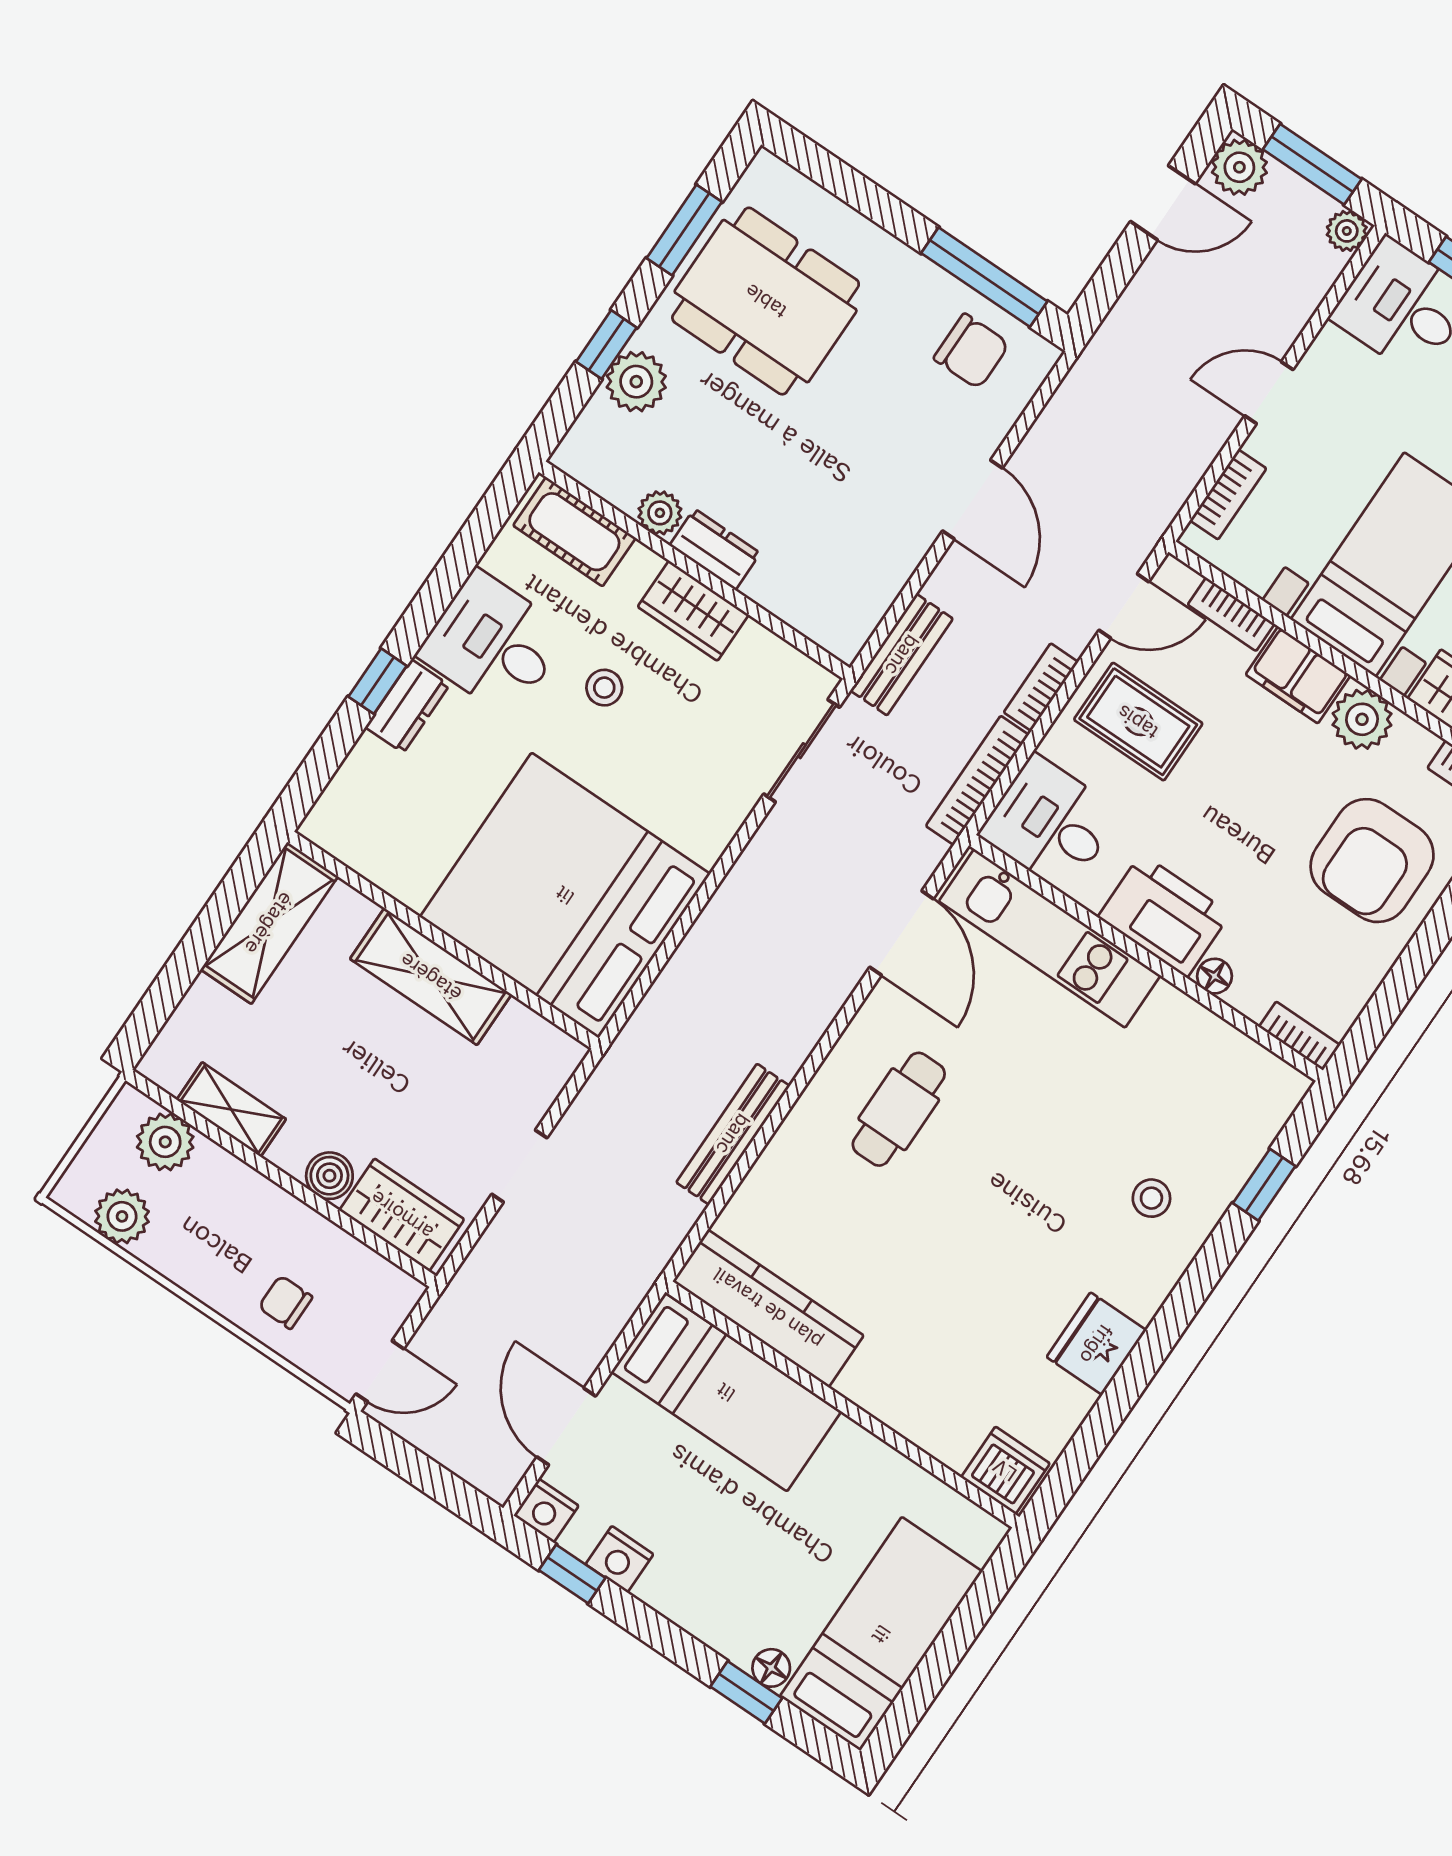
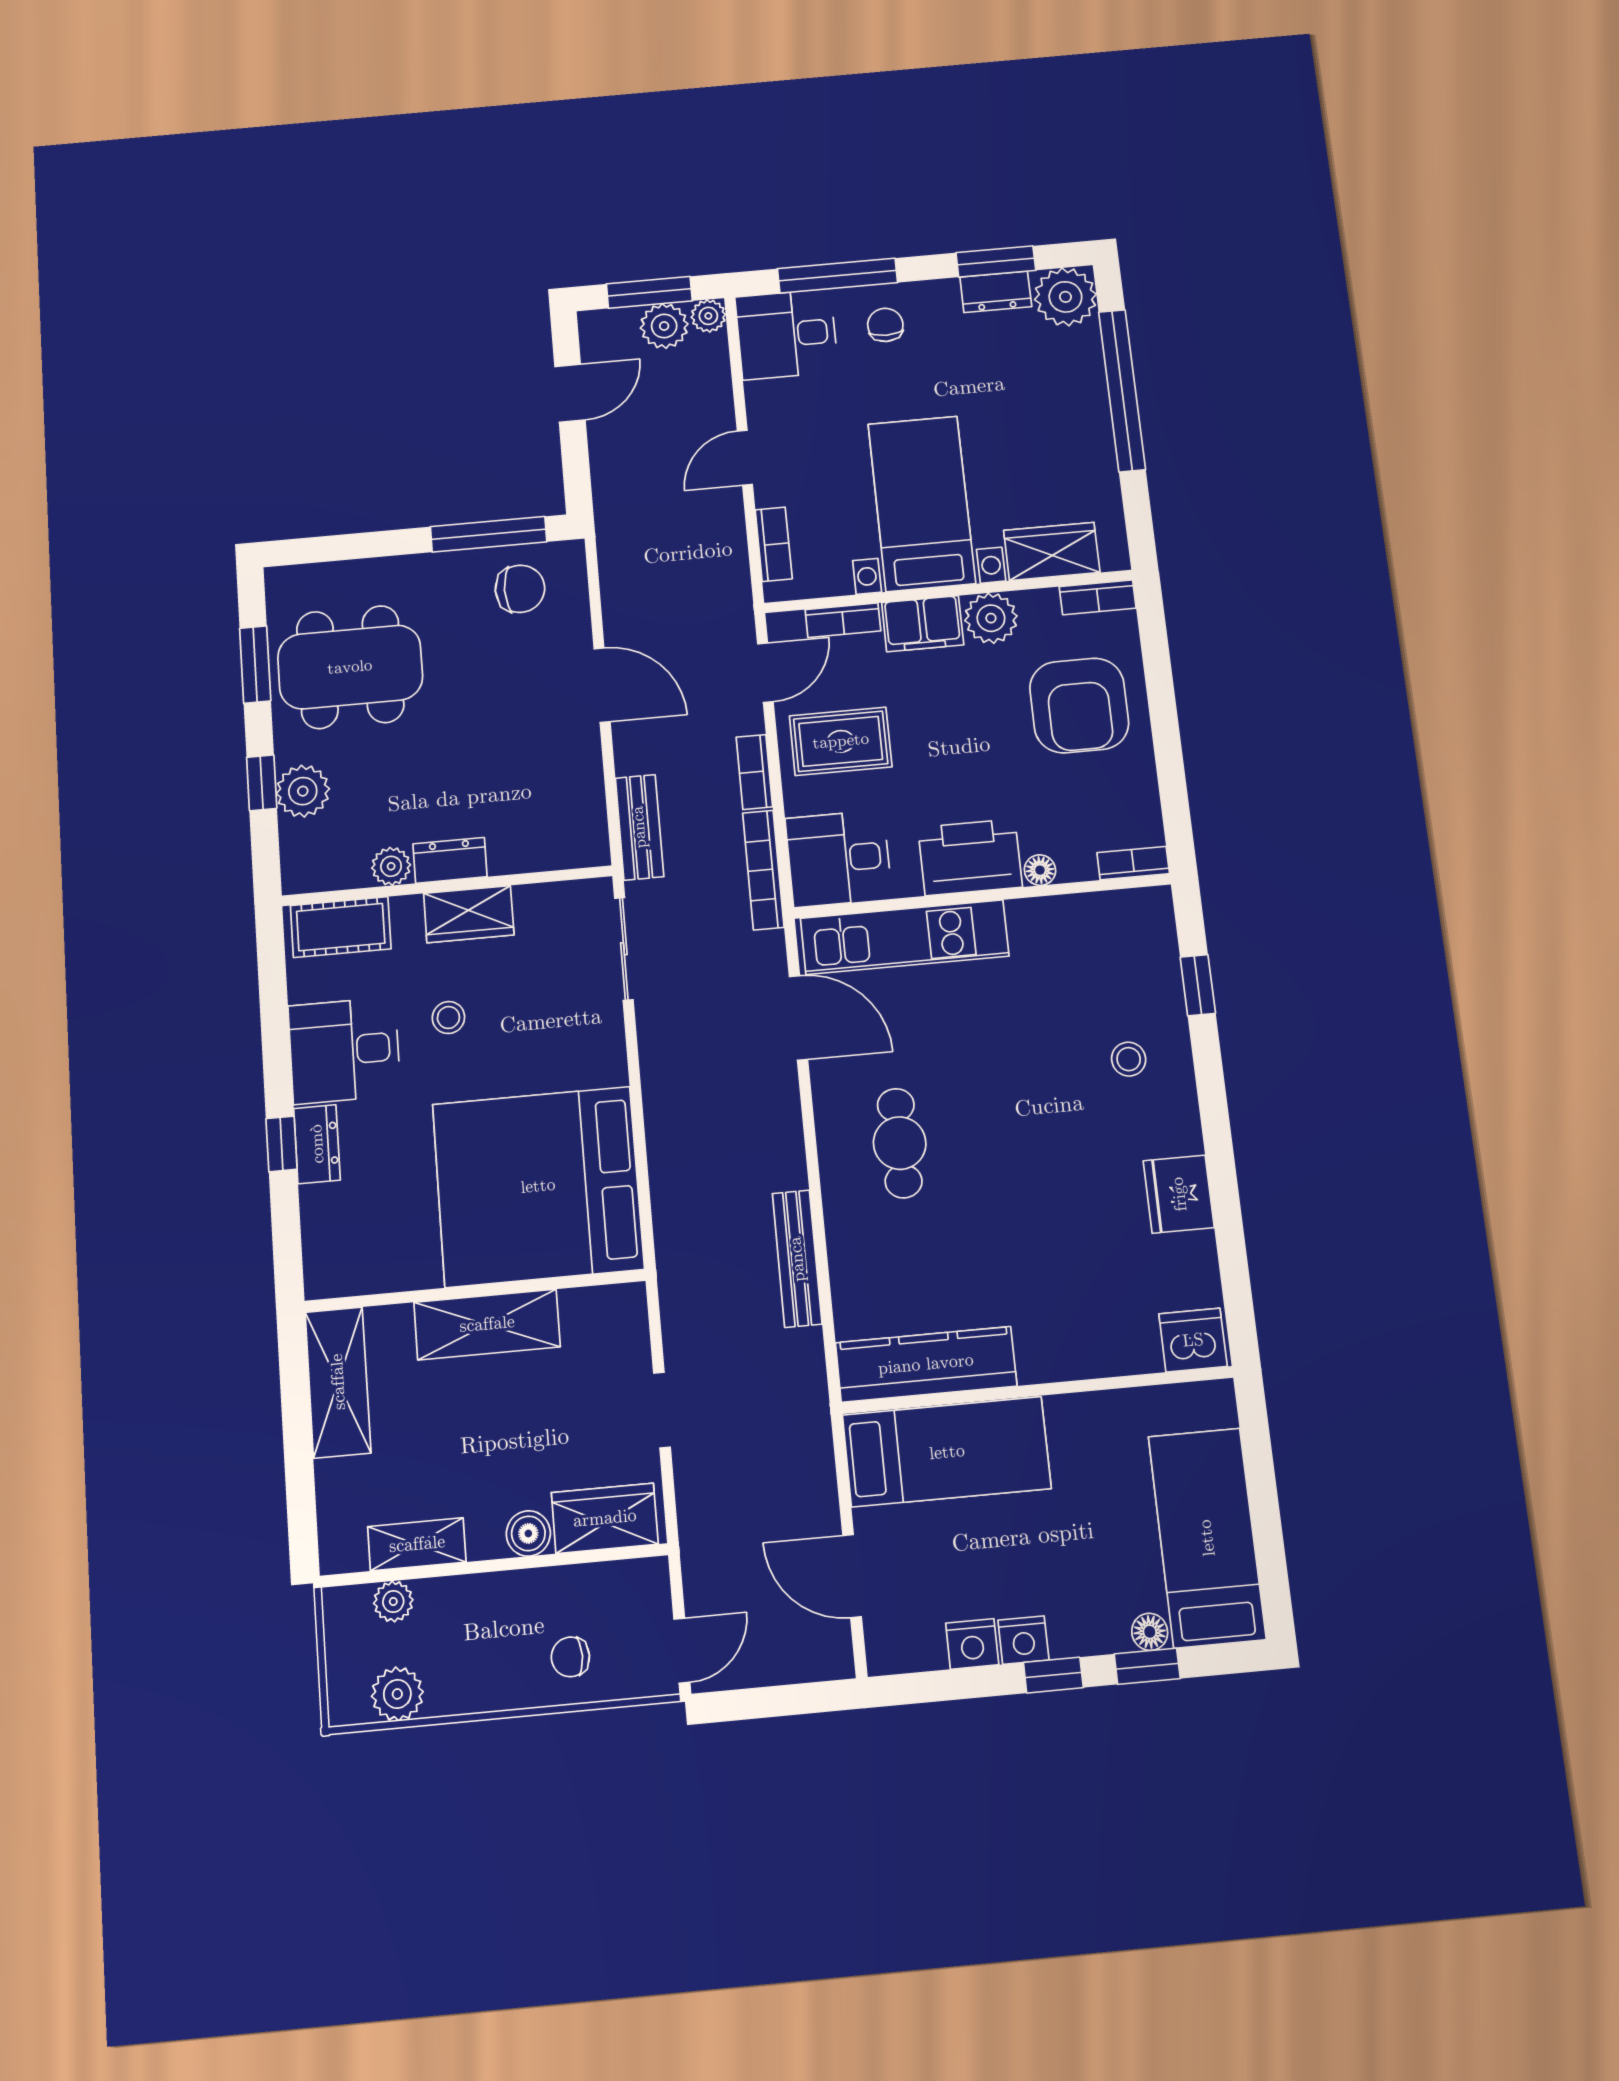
plant: (1239, 167) -> (664, 326), moved
plant: (165, 1142) -> (393, 1601), width x0.73, depth x0.73
nightstand: (546, 1510) -> (1023, 1640), moved
window: (572, 1574) -> (1053, 1675), moved

